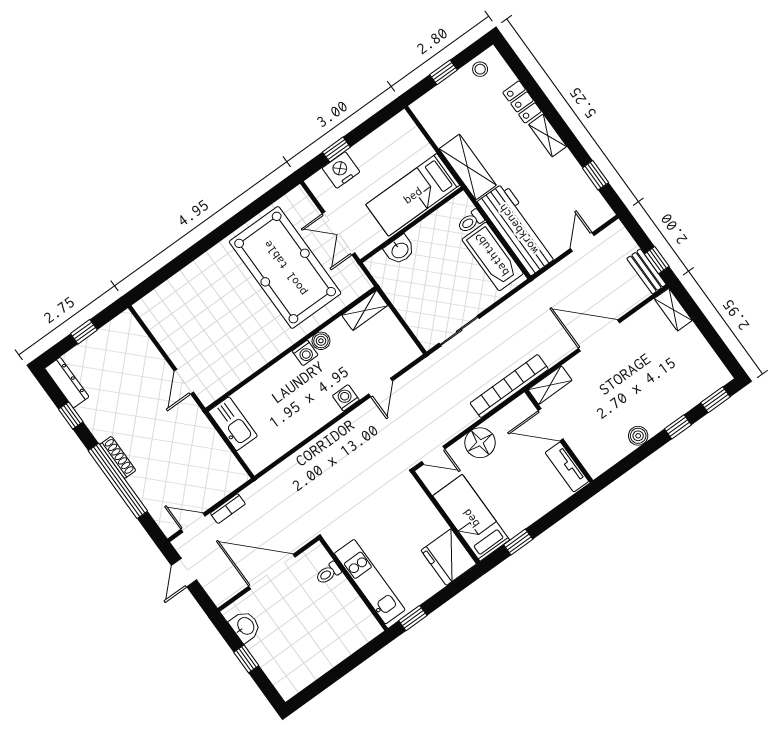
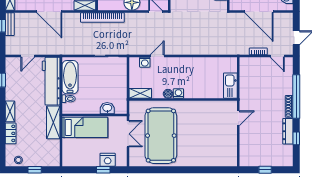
dresser: (67, 383) -> (288, 131), moved
washing machine: (346, 398) -> (145, 62), moved

